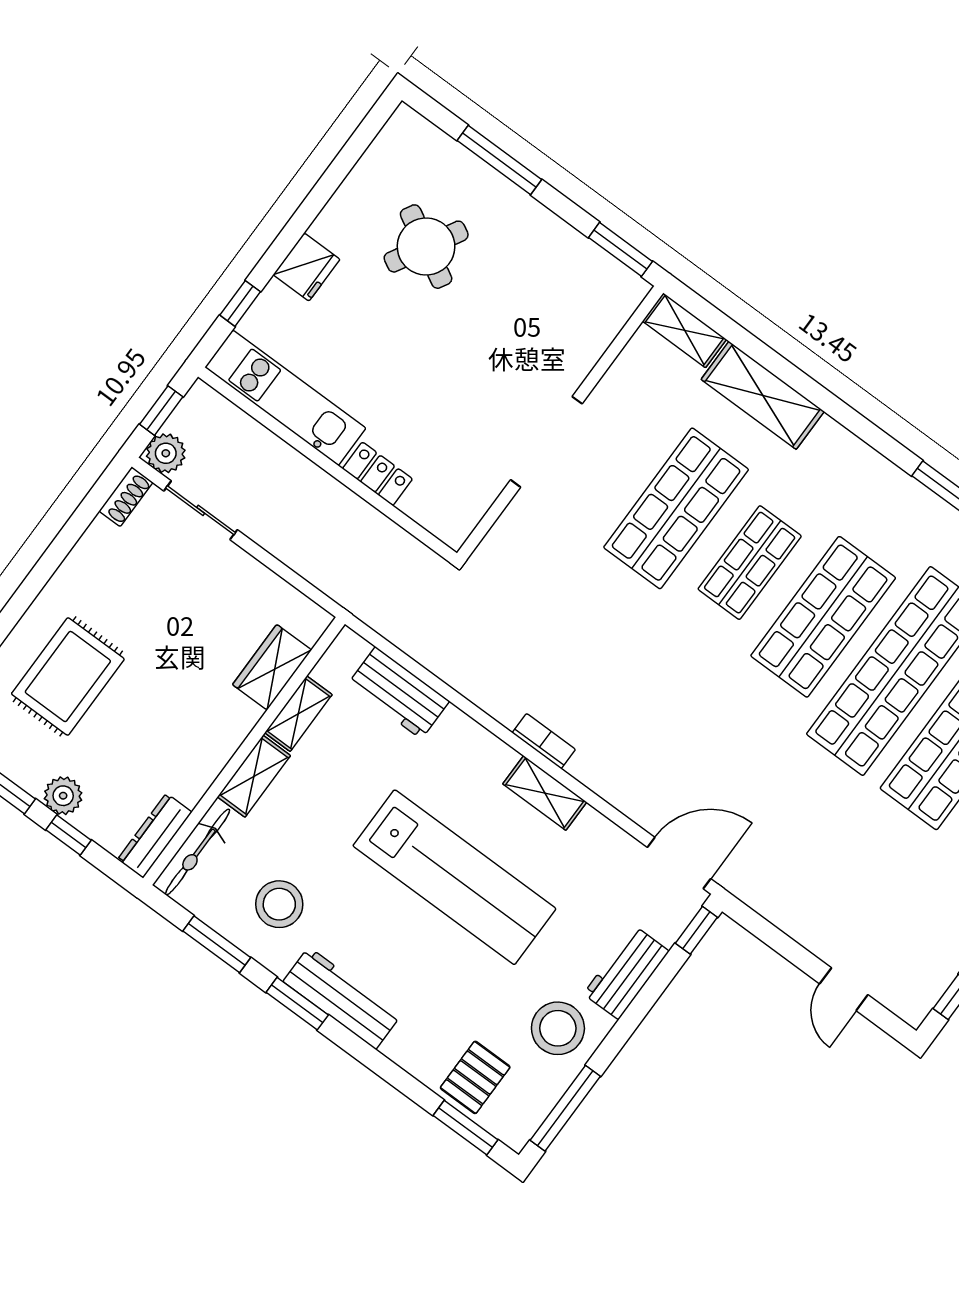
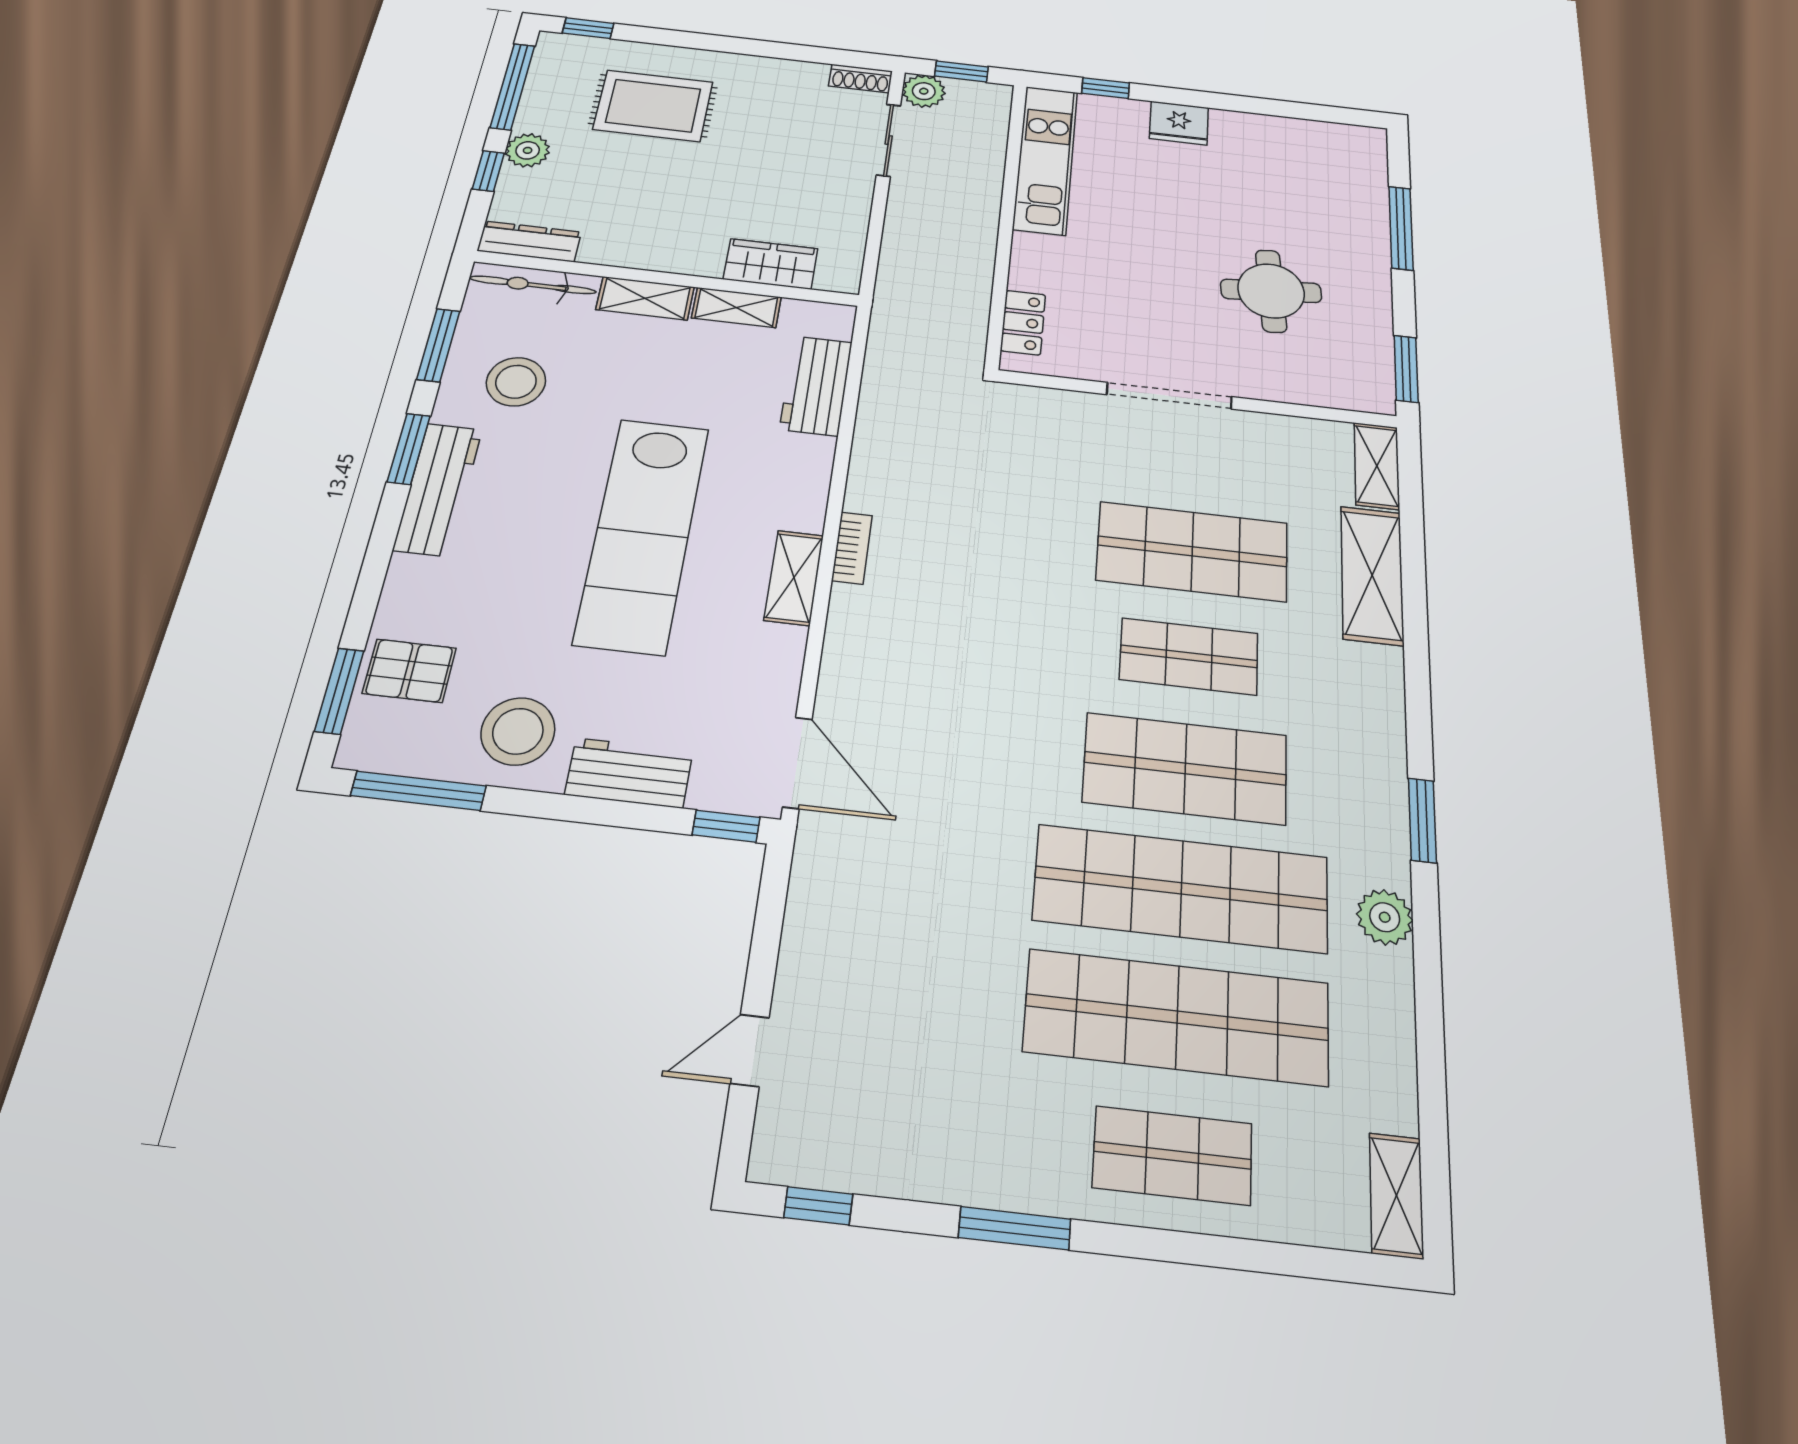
round table: (426, 247) -> (1271, 291), moved, turned -34
locker: (378, 474) -> (1023, 323), moved

